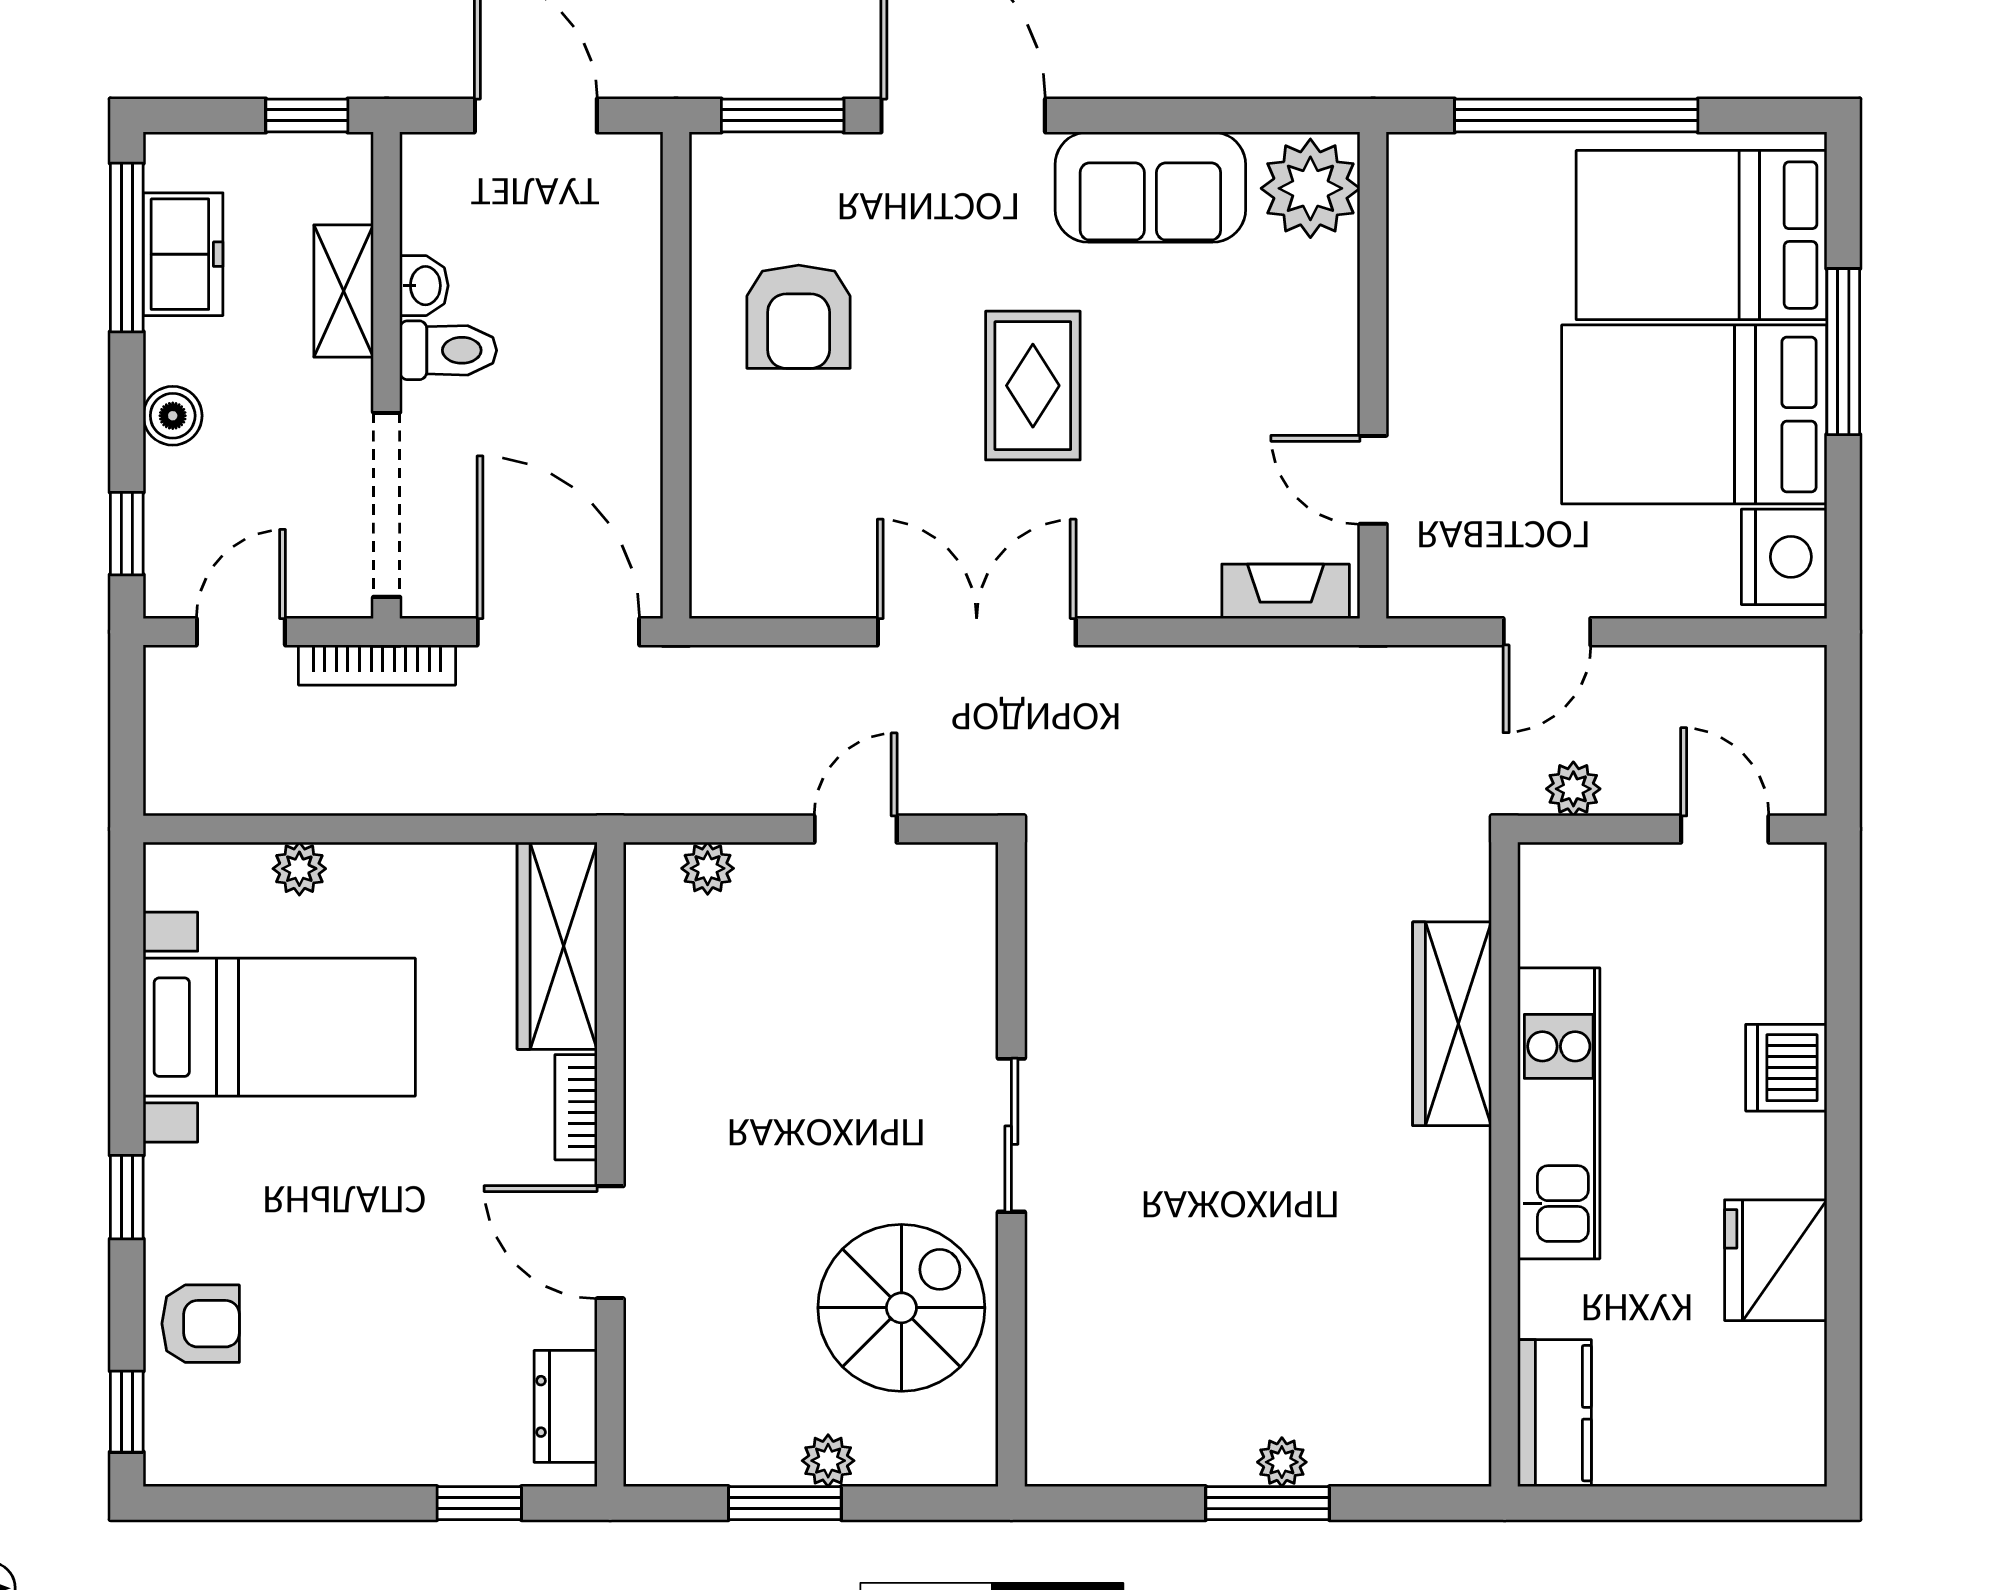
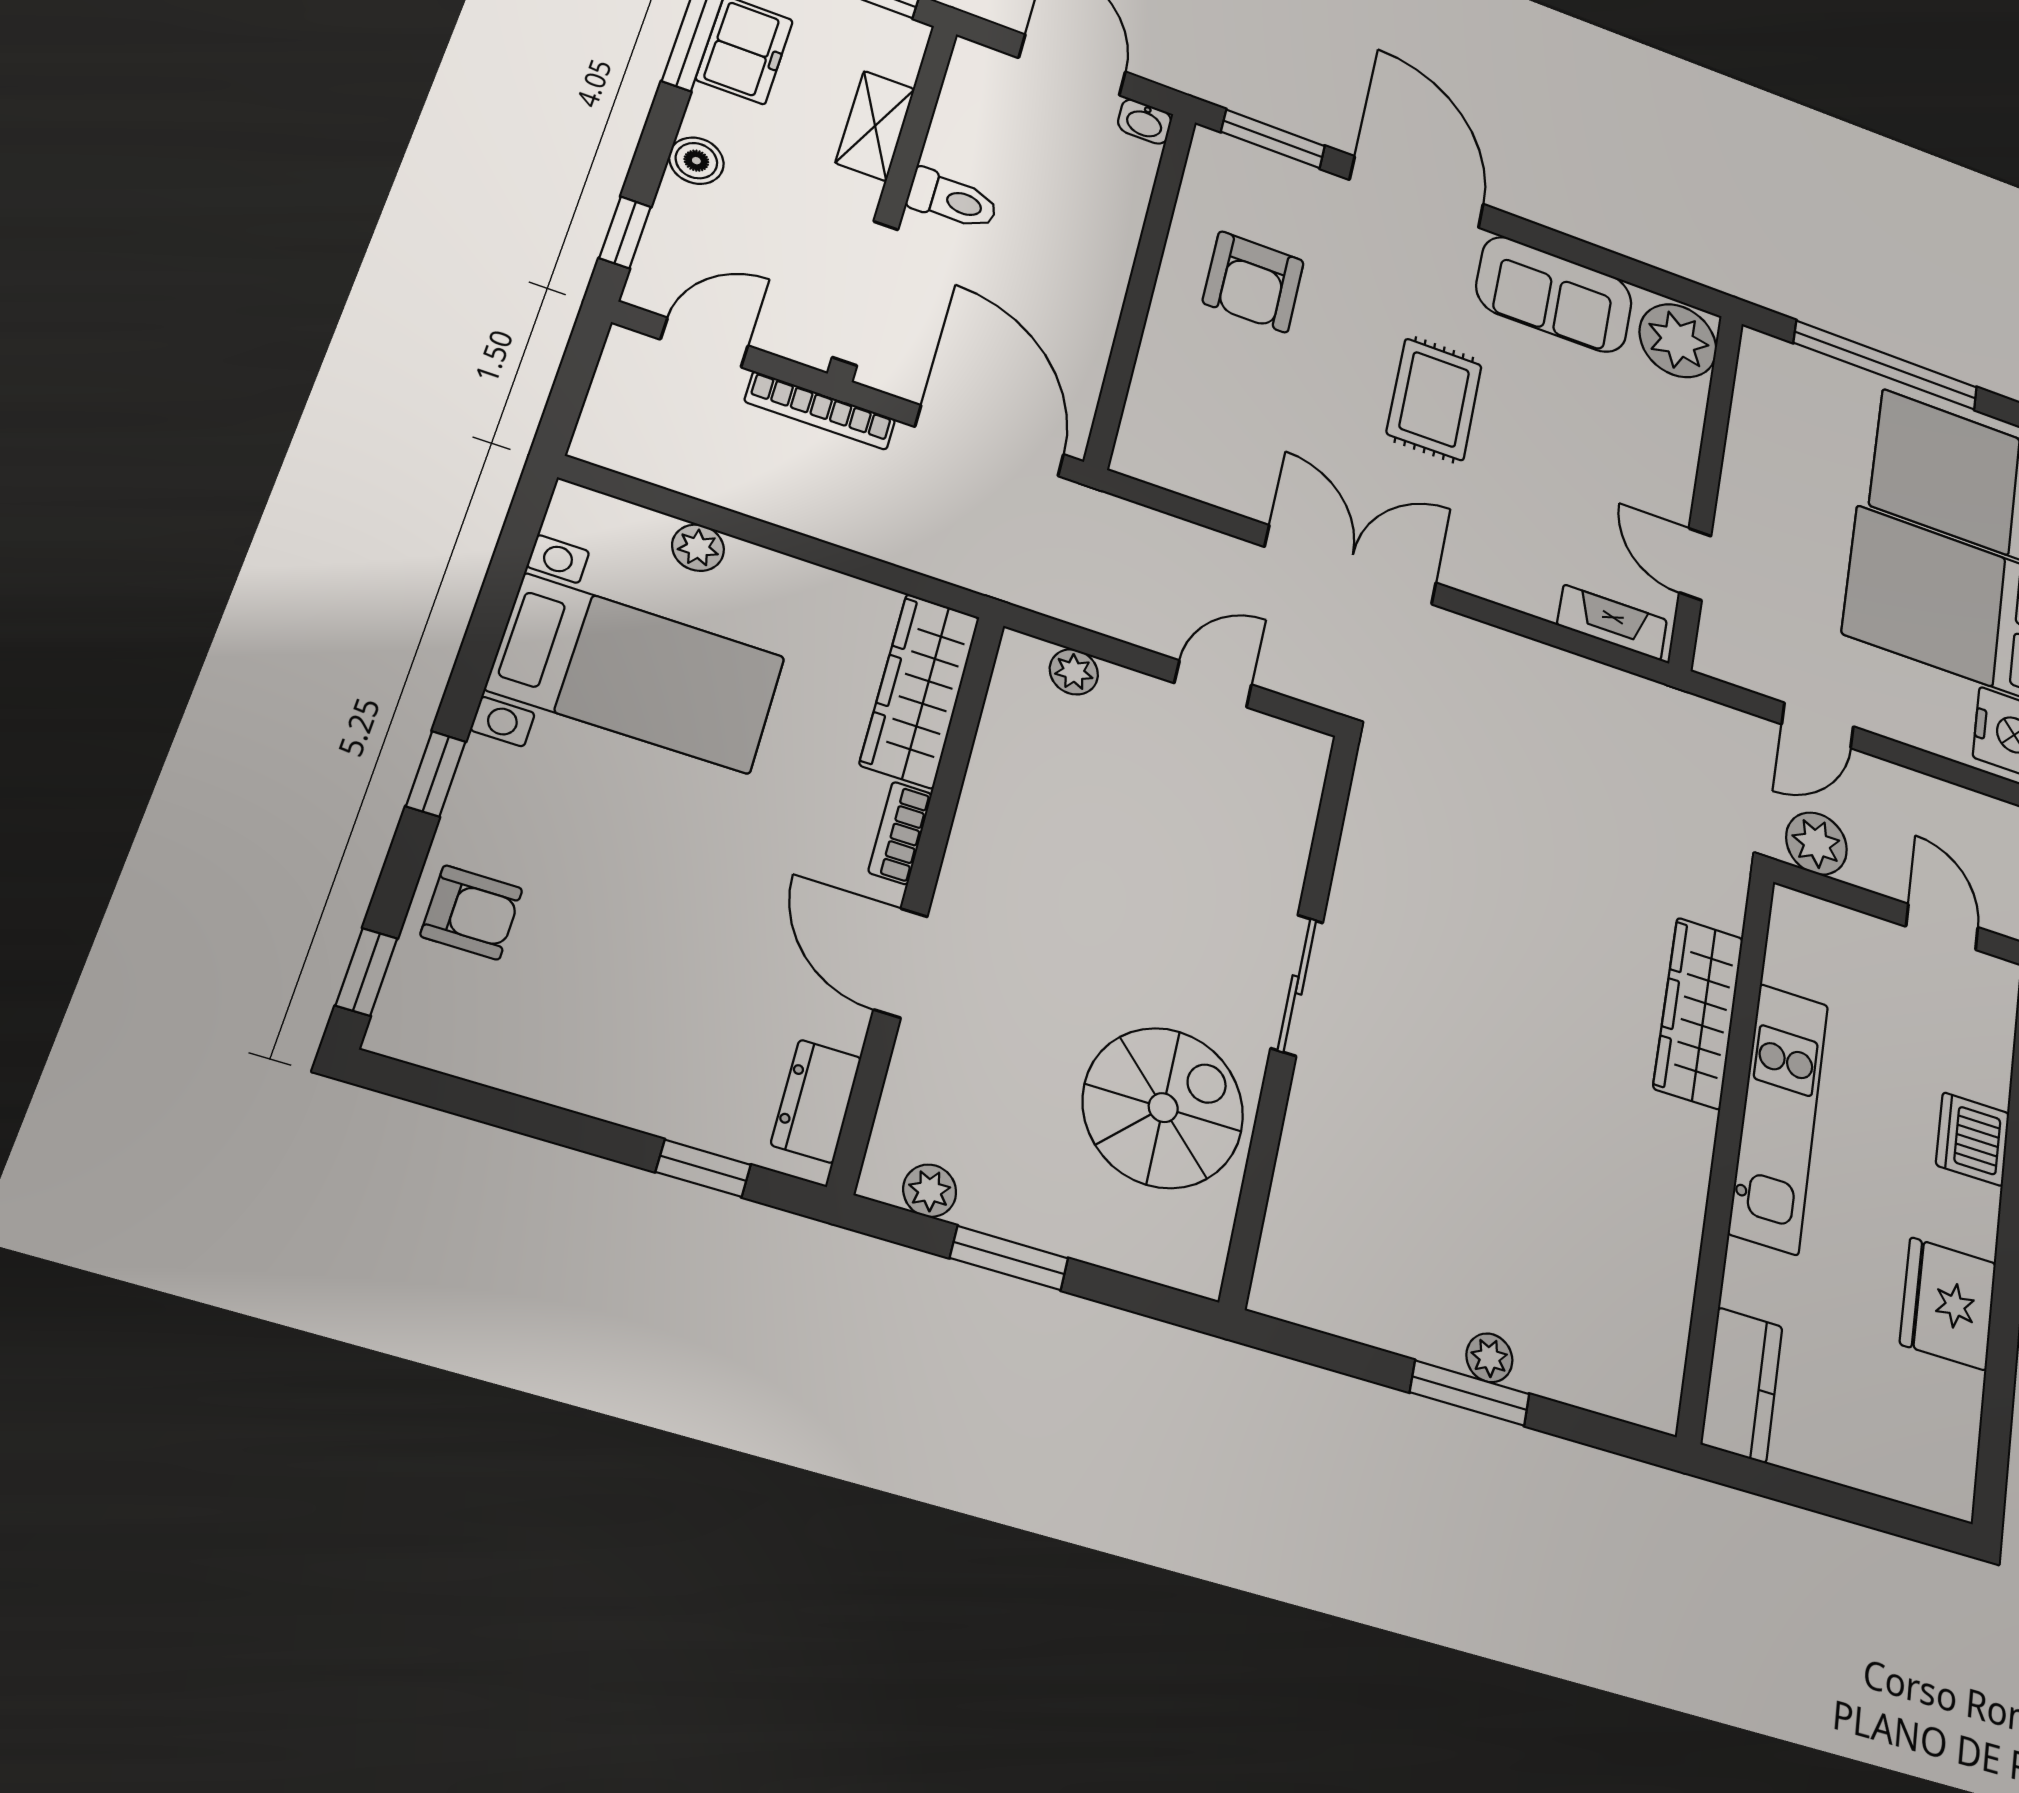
washbasin: (424, 286) -> (1145, 122), moved, turned 90
plant: (1573, 789) -> (1816, 843), width x1.38, depth x1.38
plant: (828, 1461) -> (930, 1191), moved

